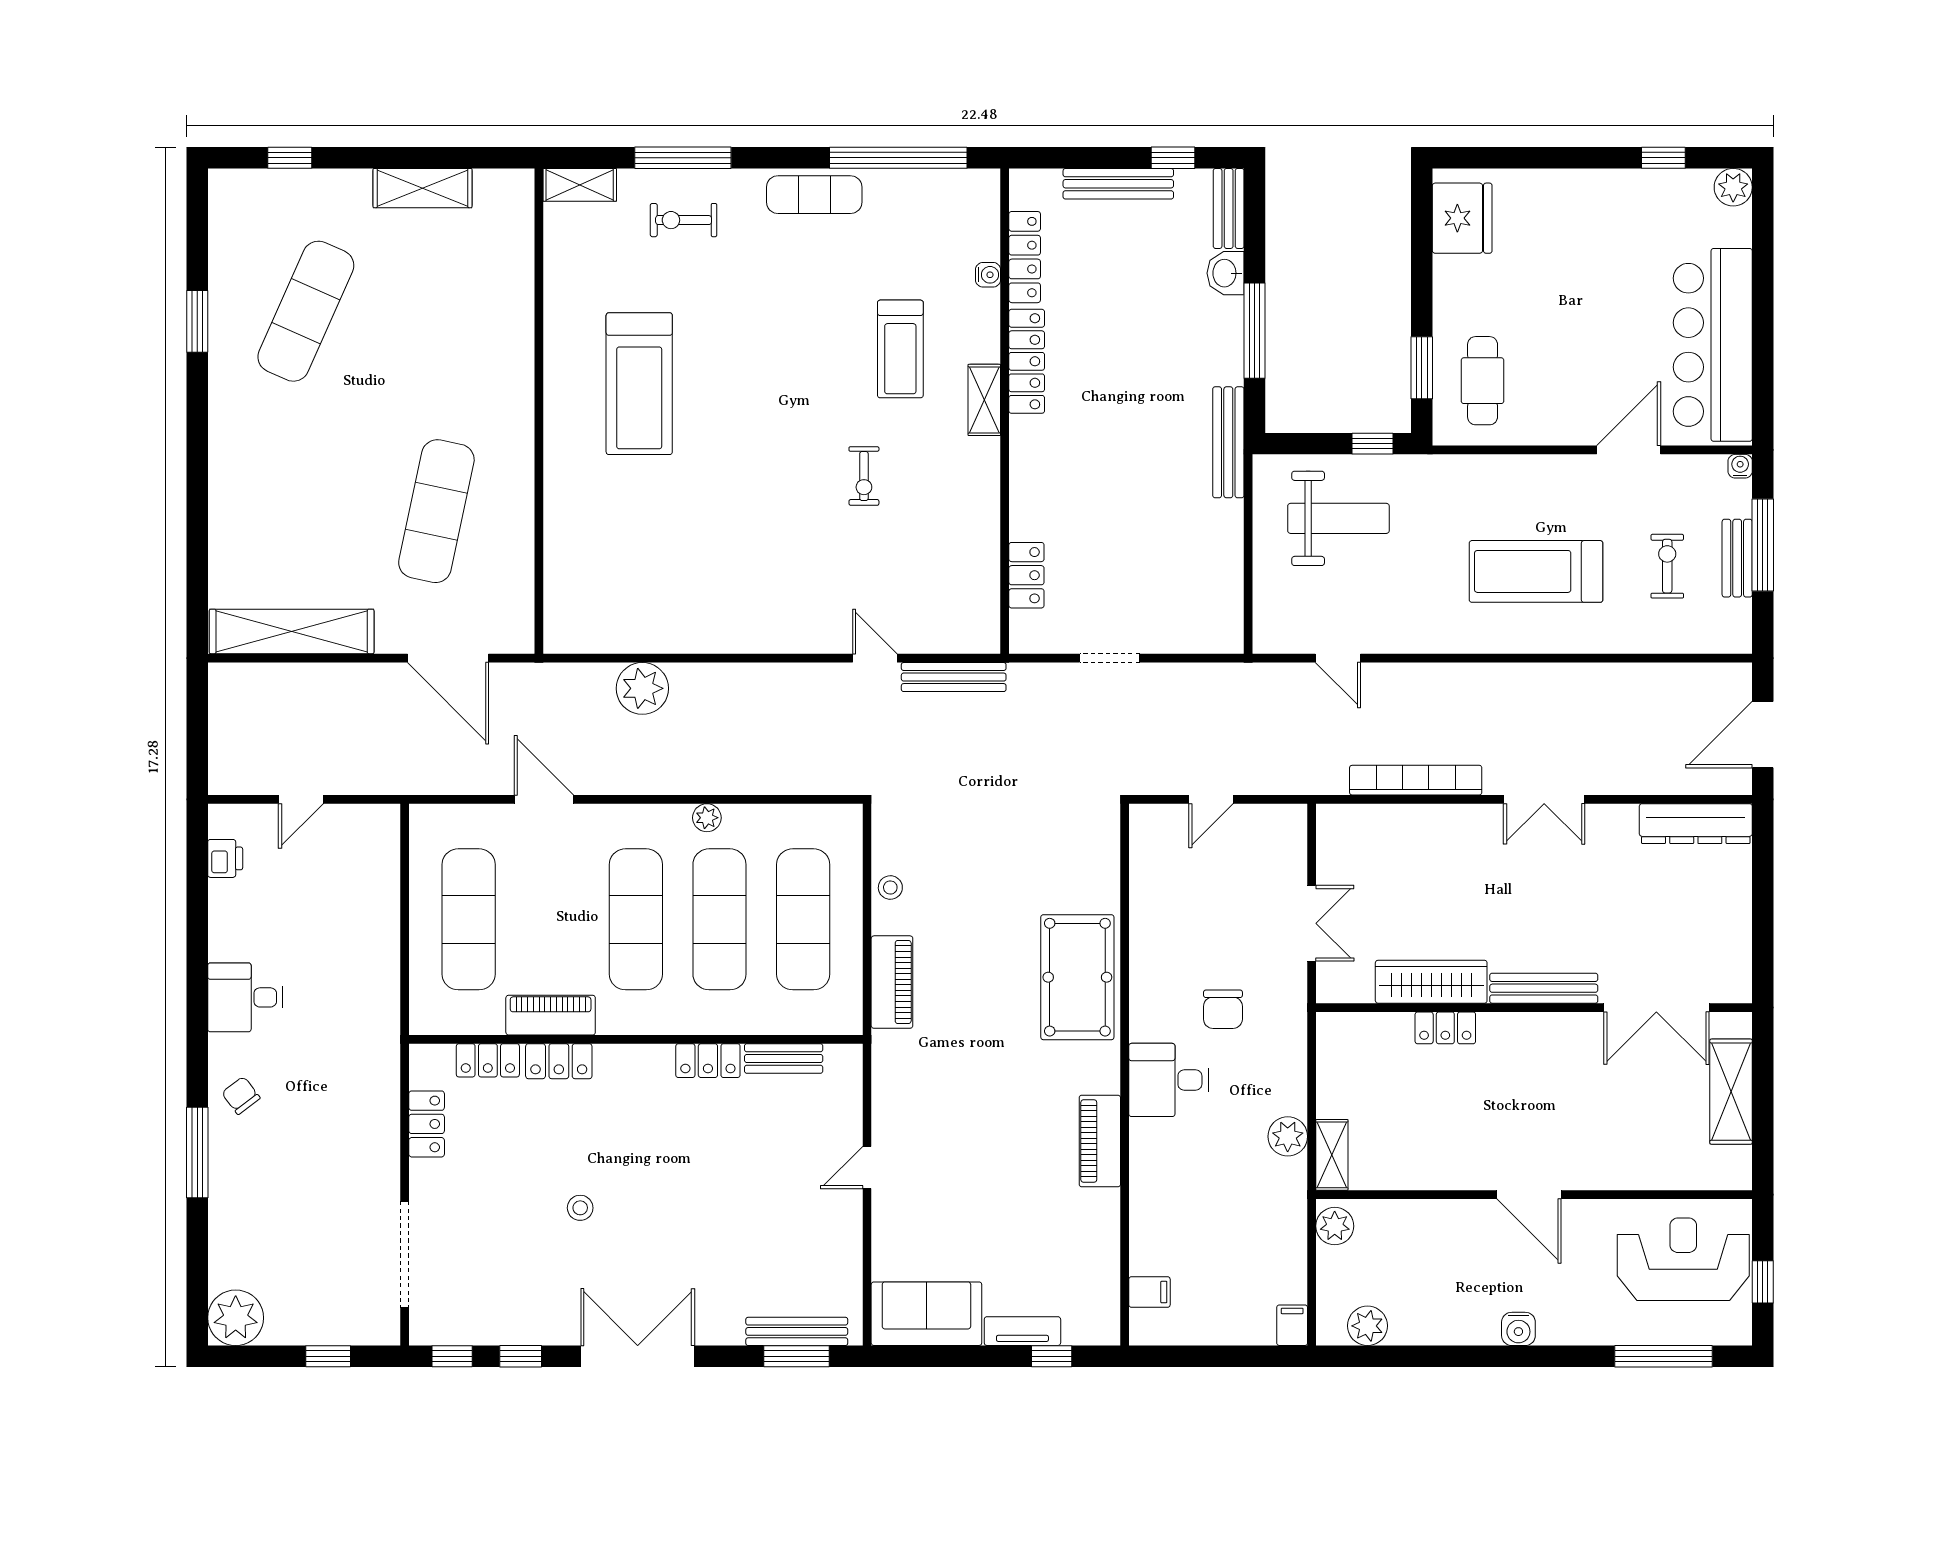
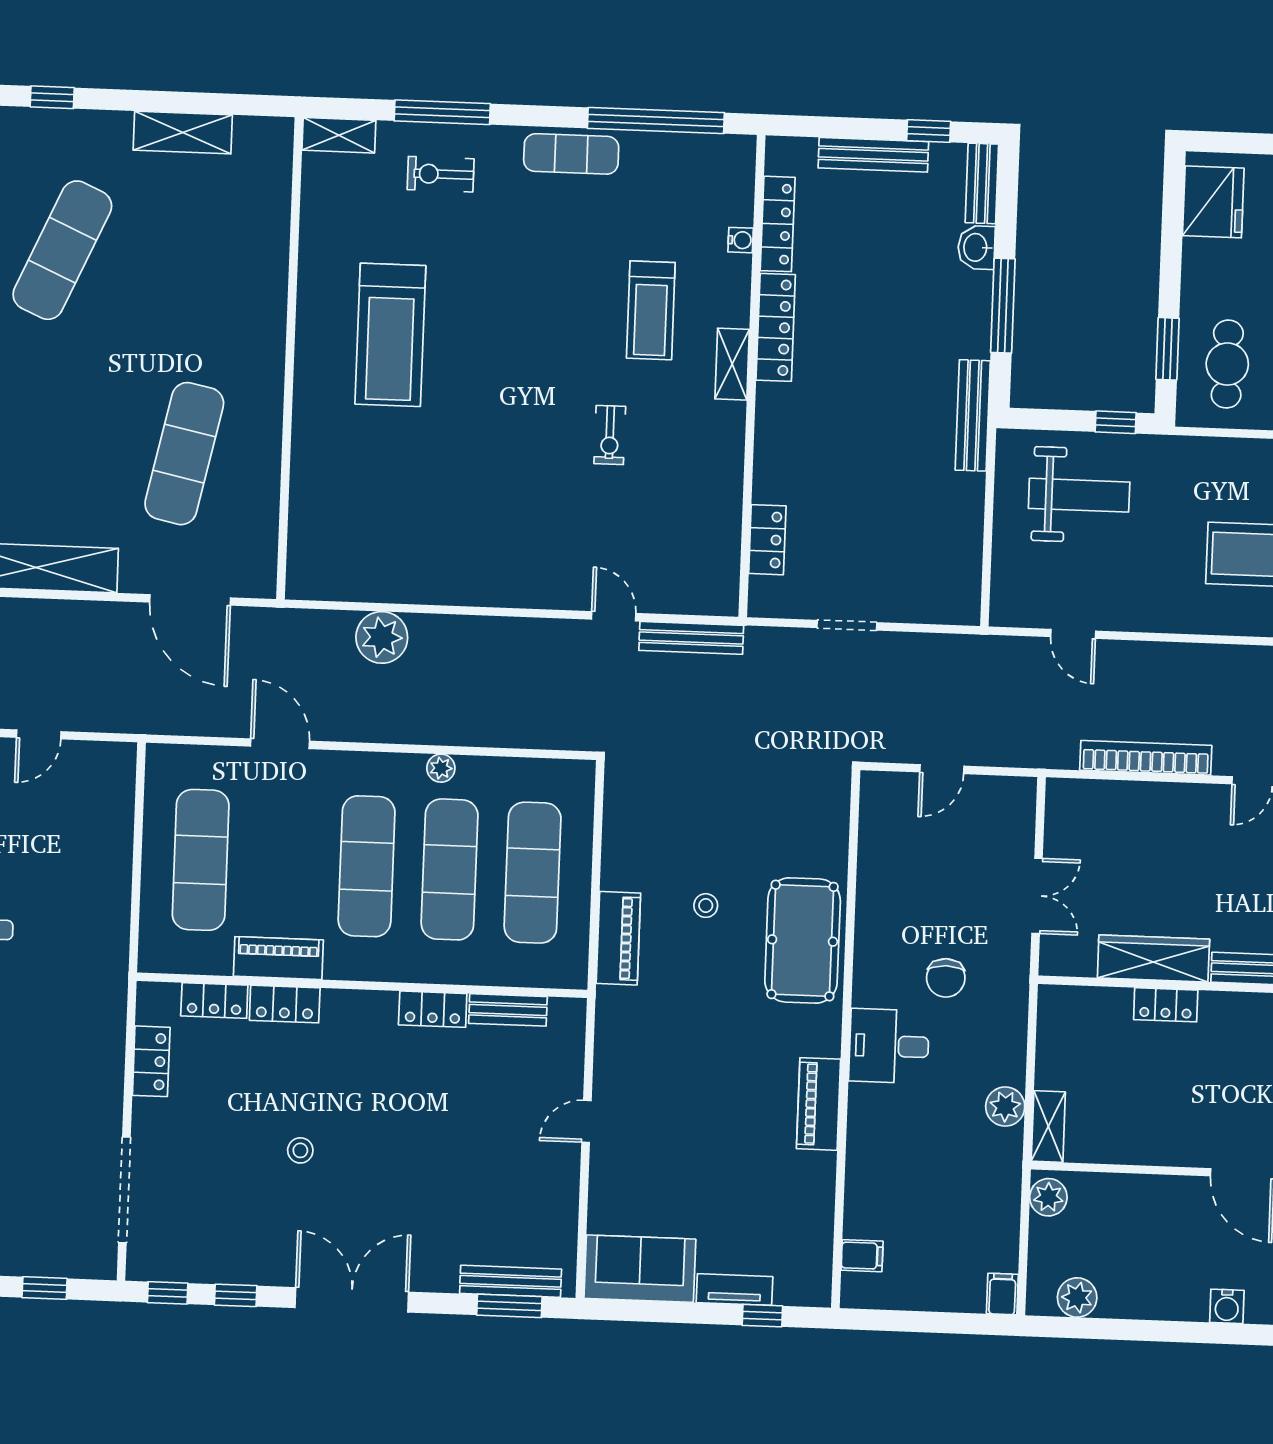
stool: (890, 887) -> (706, 906), moved

